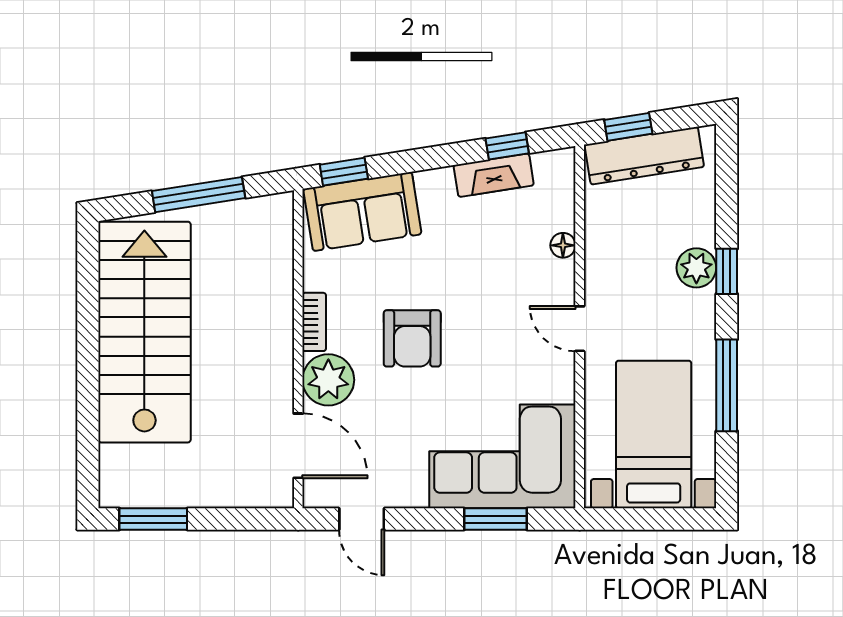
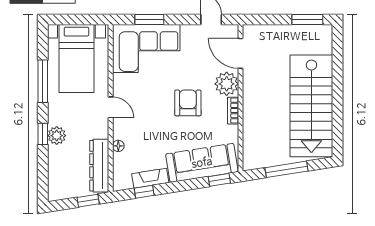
dresser: (644, 156) -> (99, 166), moved, turned -81
sofa: (362, 212) -> (202, 163), width x1.36

